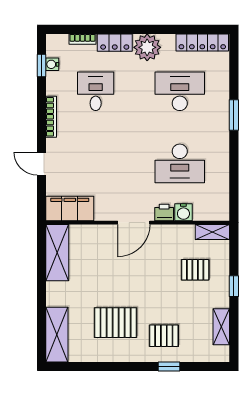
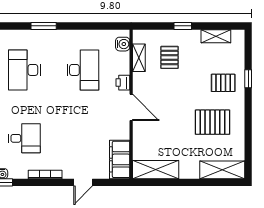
desk: (96, 91) -> (24, 138), turned 180
water cooler: (183, 212) -> (123, 44), moved
shelving: (212, 232) -> (139, 58), moved
pallet: (116, 323) -> (212, 122), turned 90
pallet: (164, 336) -> (223, 83), turned 90

